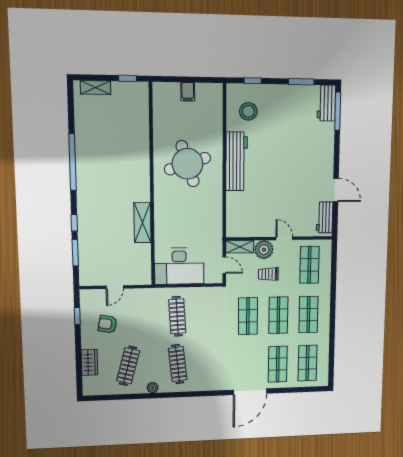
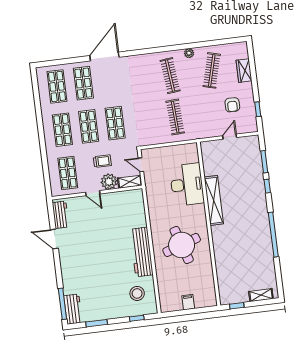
shelving: (143, 223) -> (214, 200), width x1.47
desk: (179, 266) -> (187, 185), moved, turned 90
armchair: (108, 324) -> (232, 105), turned 80

